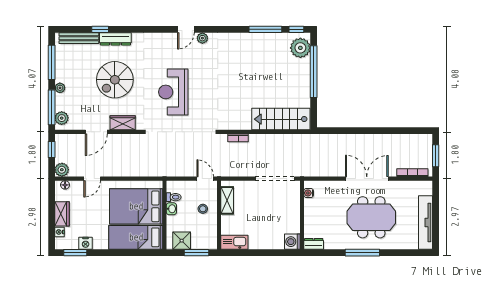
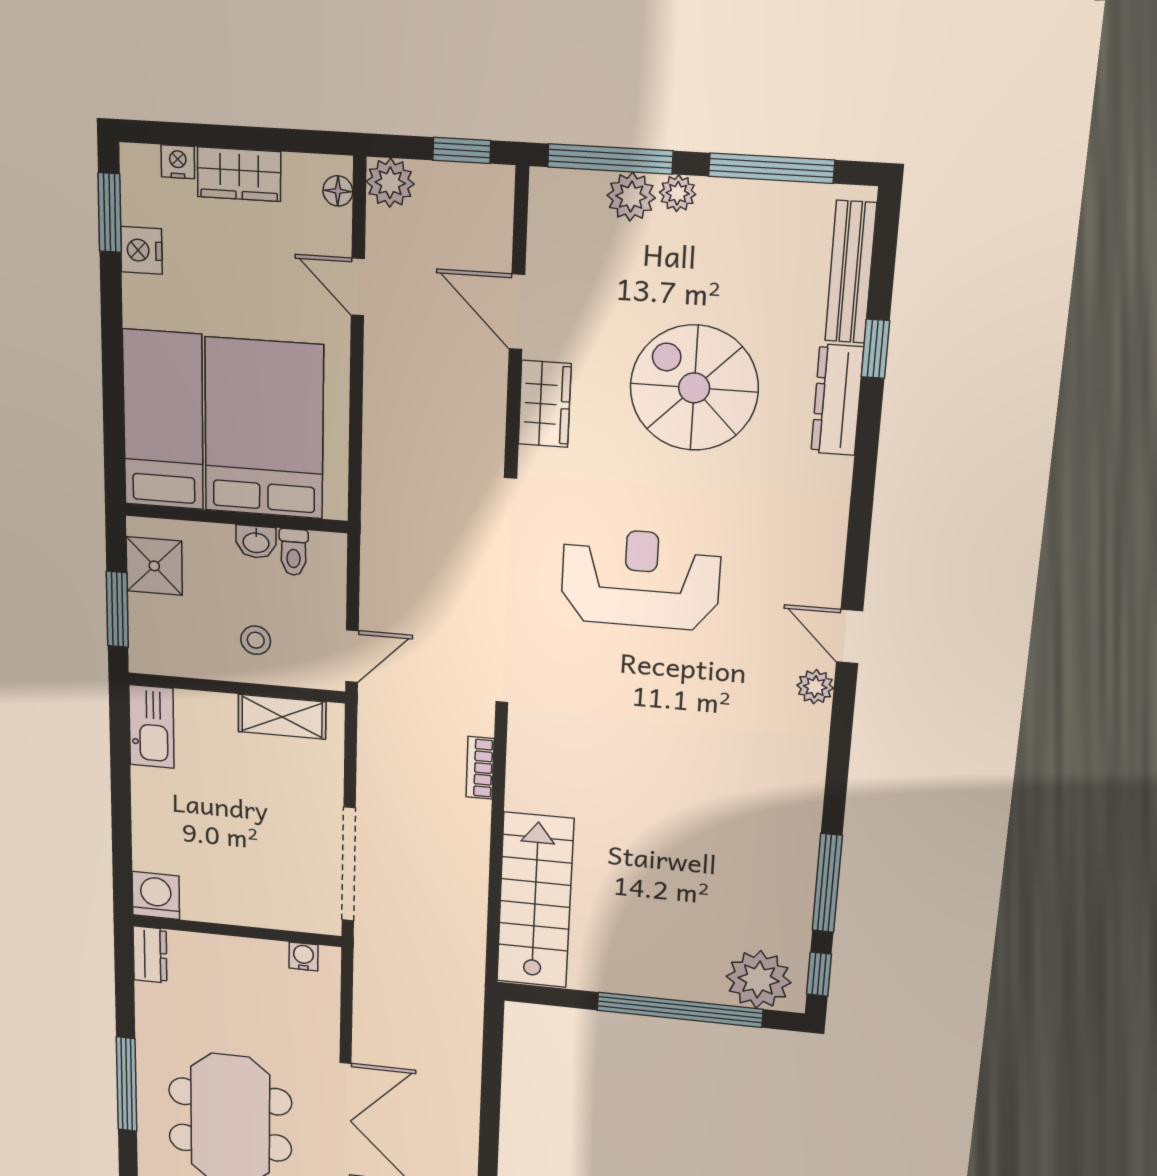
plant: (62, 118) -> (631, 197), moved

